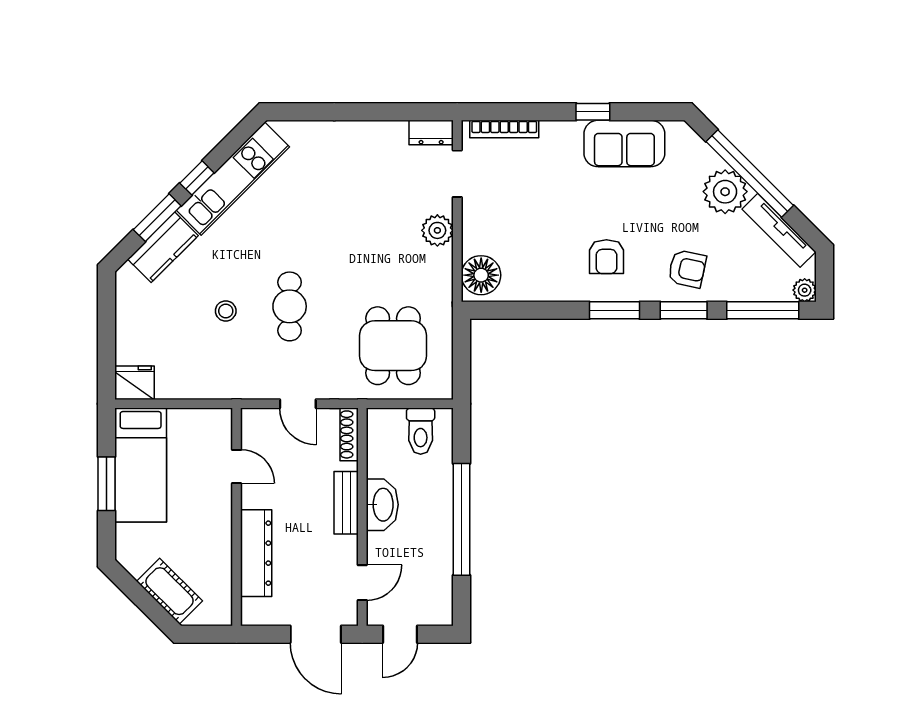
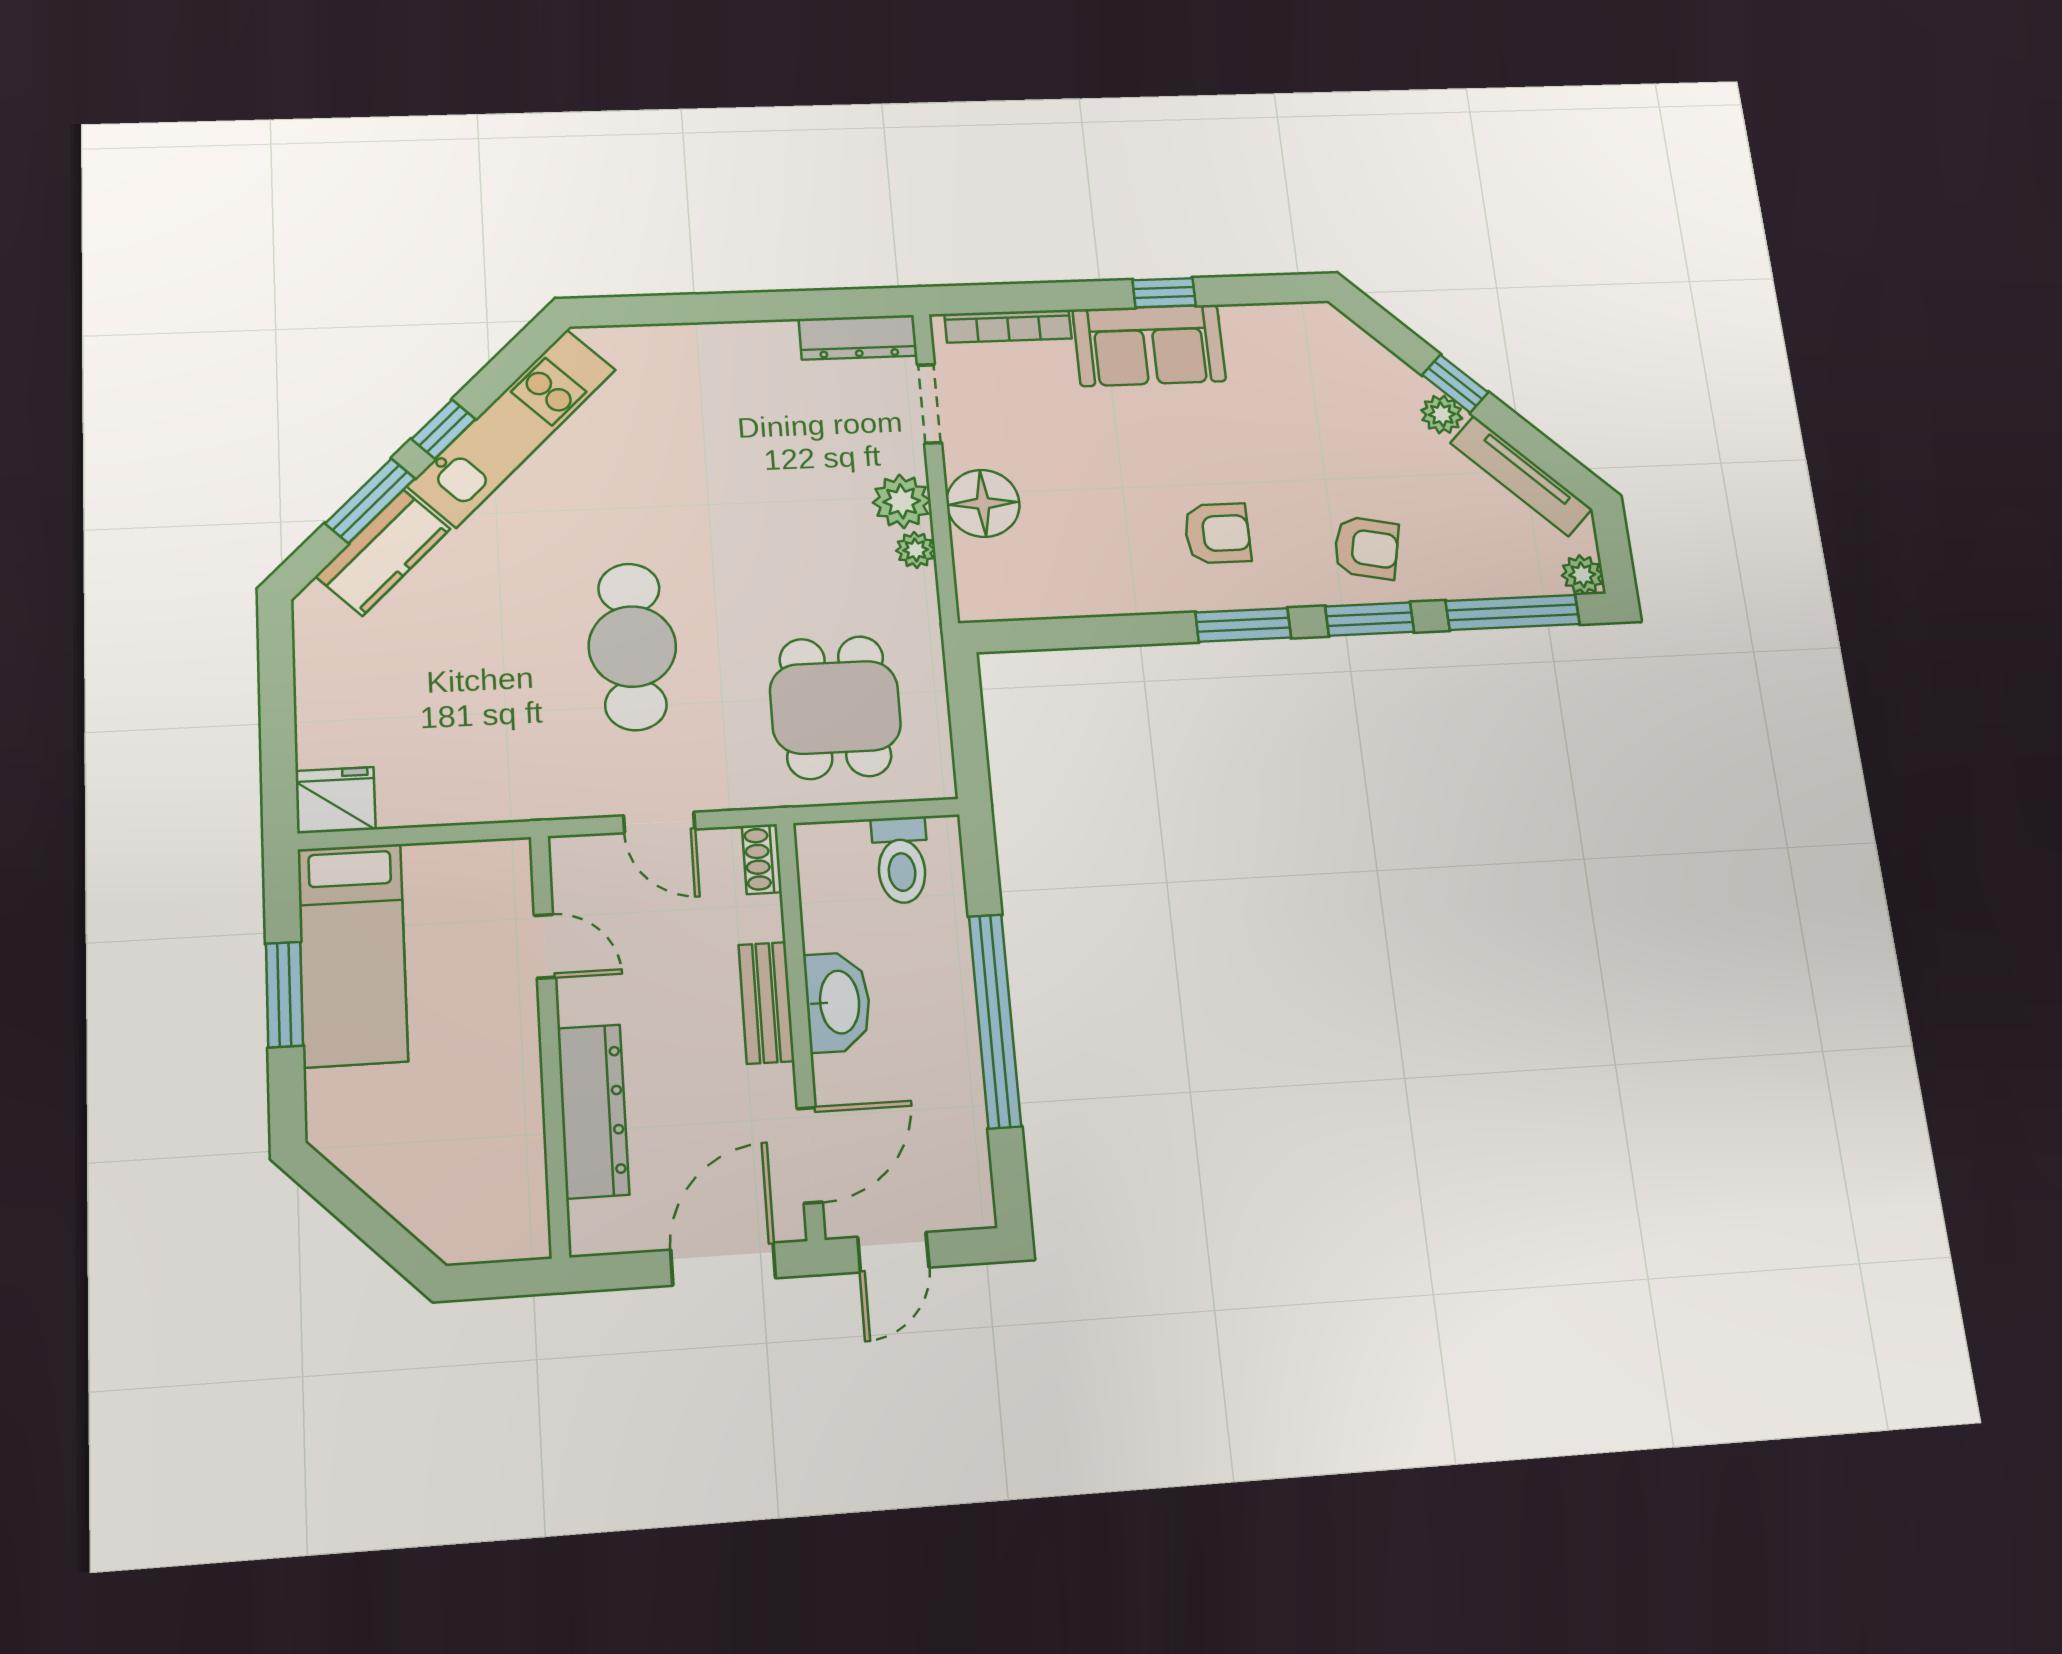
dresser: (431, 133) -> (858, 337), width x1.44
sofa: (624, 144) -> (1149, 345), moved
window: (750, 173) -> (1455, 384), width x0.32
plant: (725, 192) -> (1442, 414), width x0.53, depth x0.53
armchair: (606, 257) -> (1217, 533), turned -90
plant: (443, 259) -> (916, 550), added
floor lamp: (481, 275) -> (983, 503), moved
cafe table: (290, 306) -> (632, 646), width x1.37, depth x1.35
stool: (226, 311) -> (510, 660), removed
shoe rack: (349, 434) -> (762, 859), width x0.70
door: (362, 583) -> (810, 1155), width x1.38
cot: (169, 591) -> (420, 1198), removed
door: (316, 634) -> (723, 1264), swing flipped

